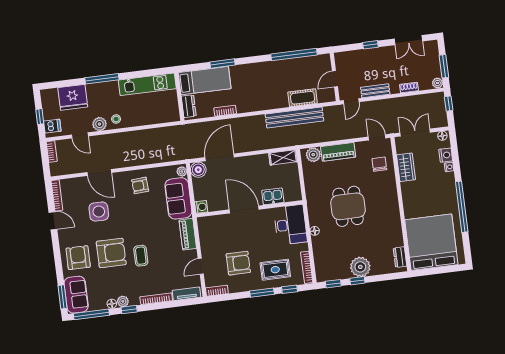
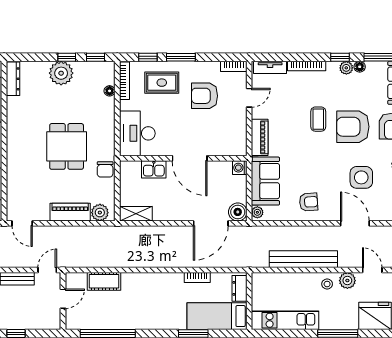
bench: (294, 118) -> (303, 259), moved
chair: (379, 164) -> (105, 169), moved
floor lamp: (315, 231) -> (110, 91), moved
dresser: (400, 257) -> (13, 79), width x1.44

